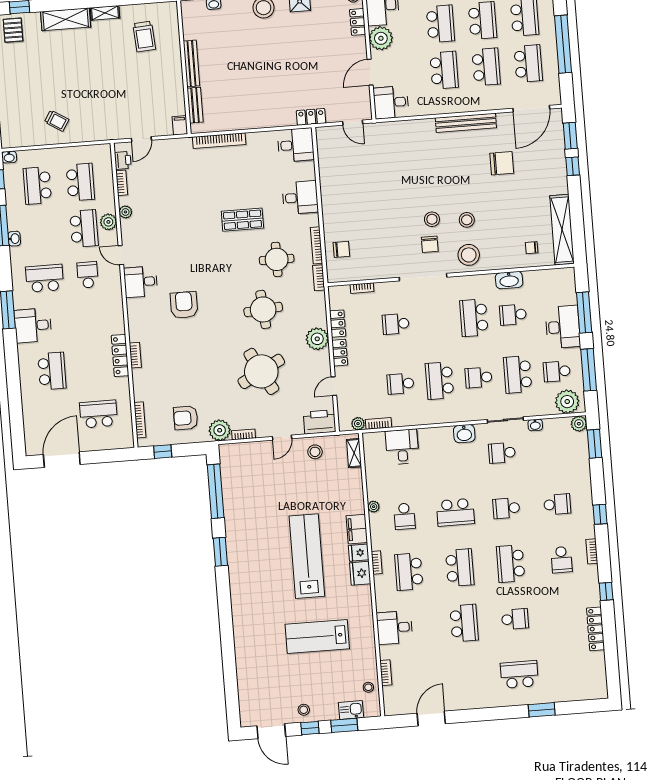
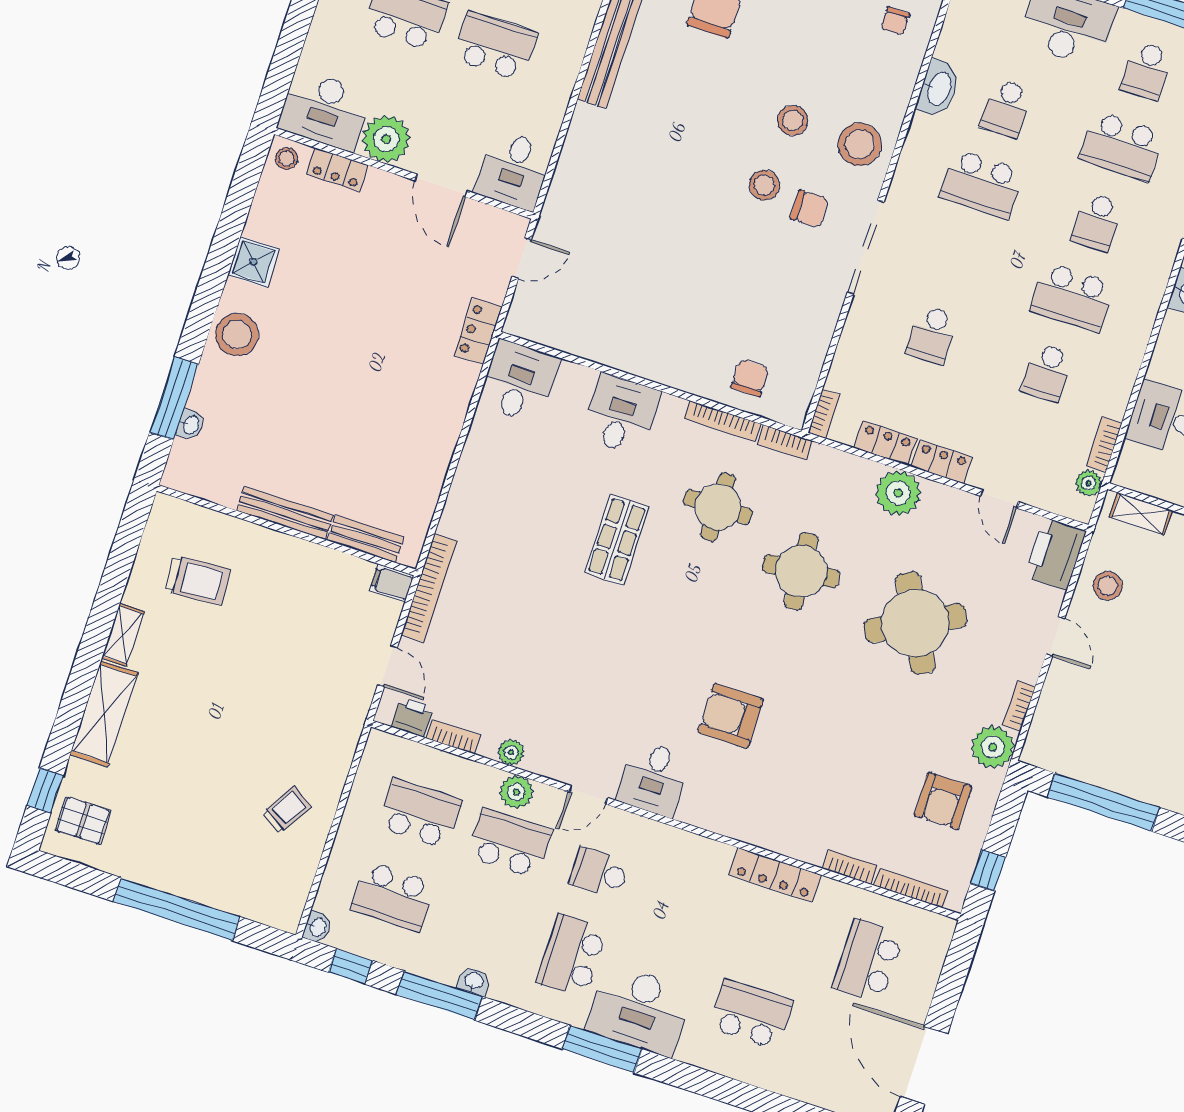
bookcase: (219, 141) -> (429, 588), moved
bookcase: (362, 288) -> (824, 414), moved
desk: (33, 325) -> (639, 1010), width x1.37
bookcase: (135, 355) -> (850, 867), moved

